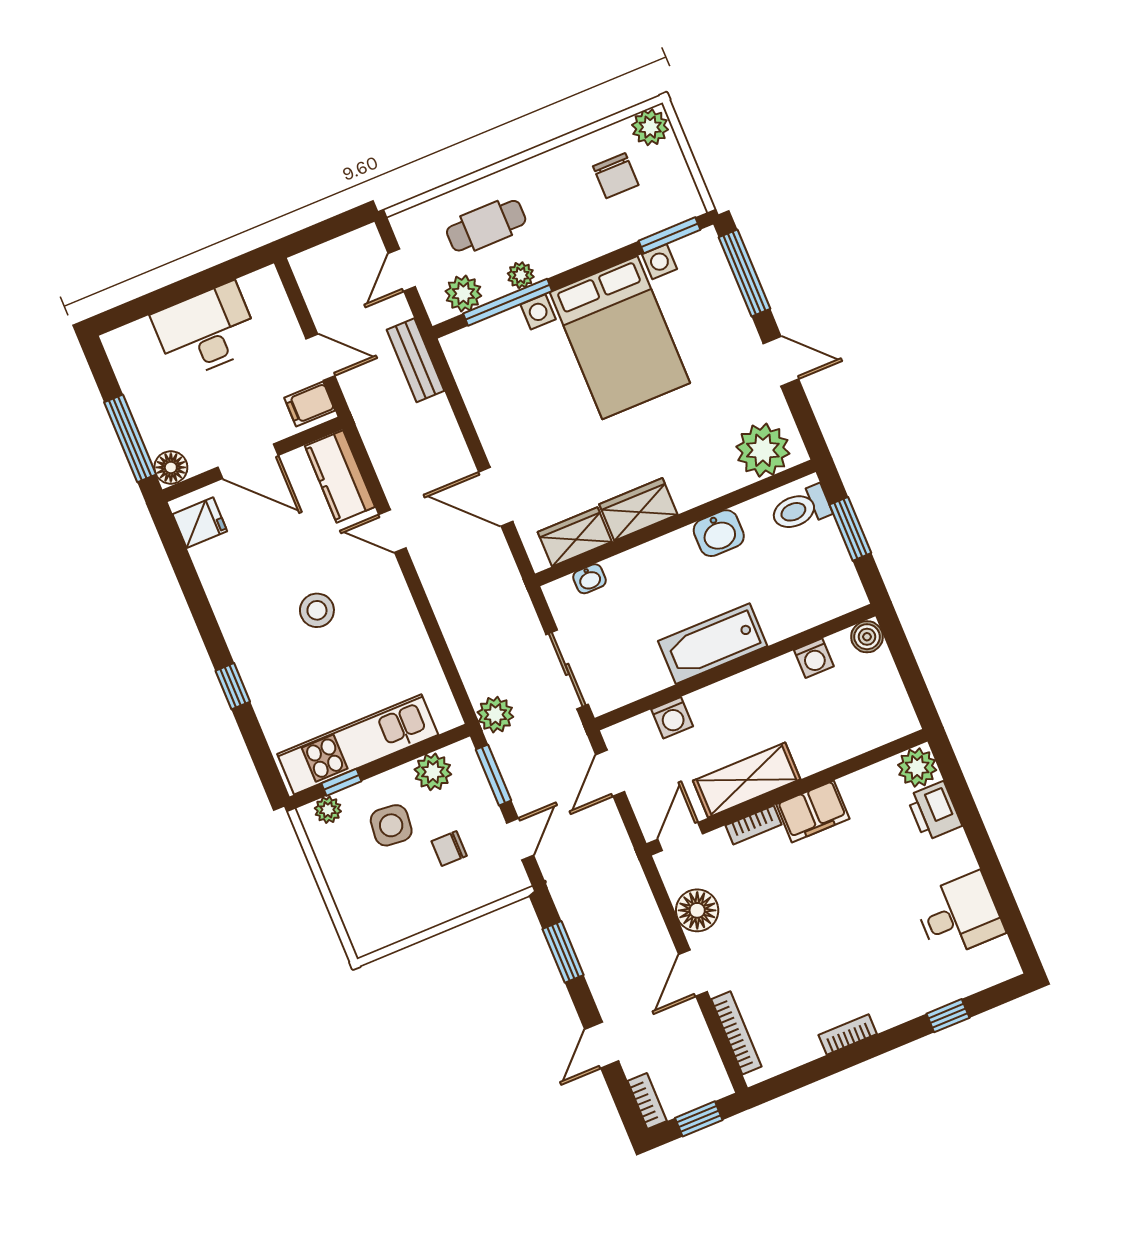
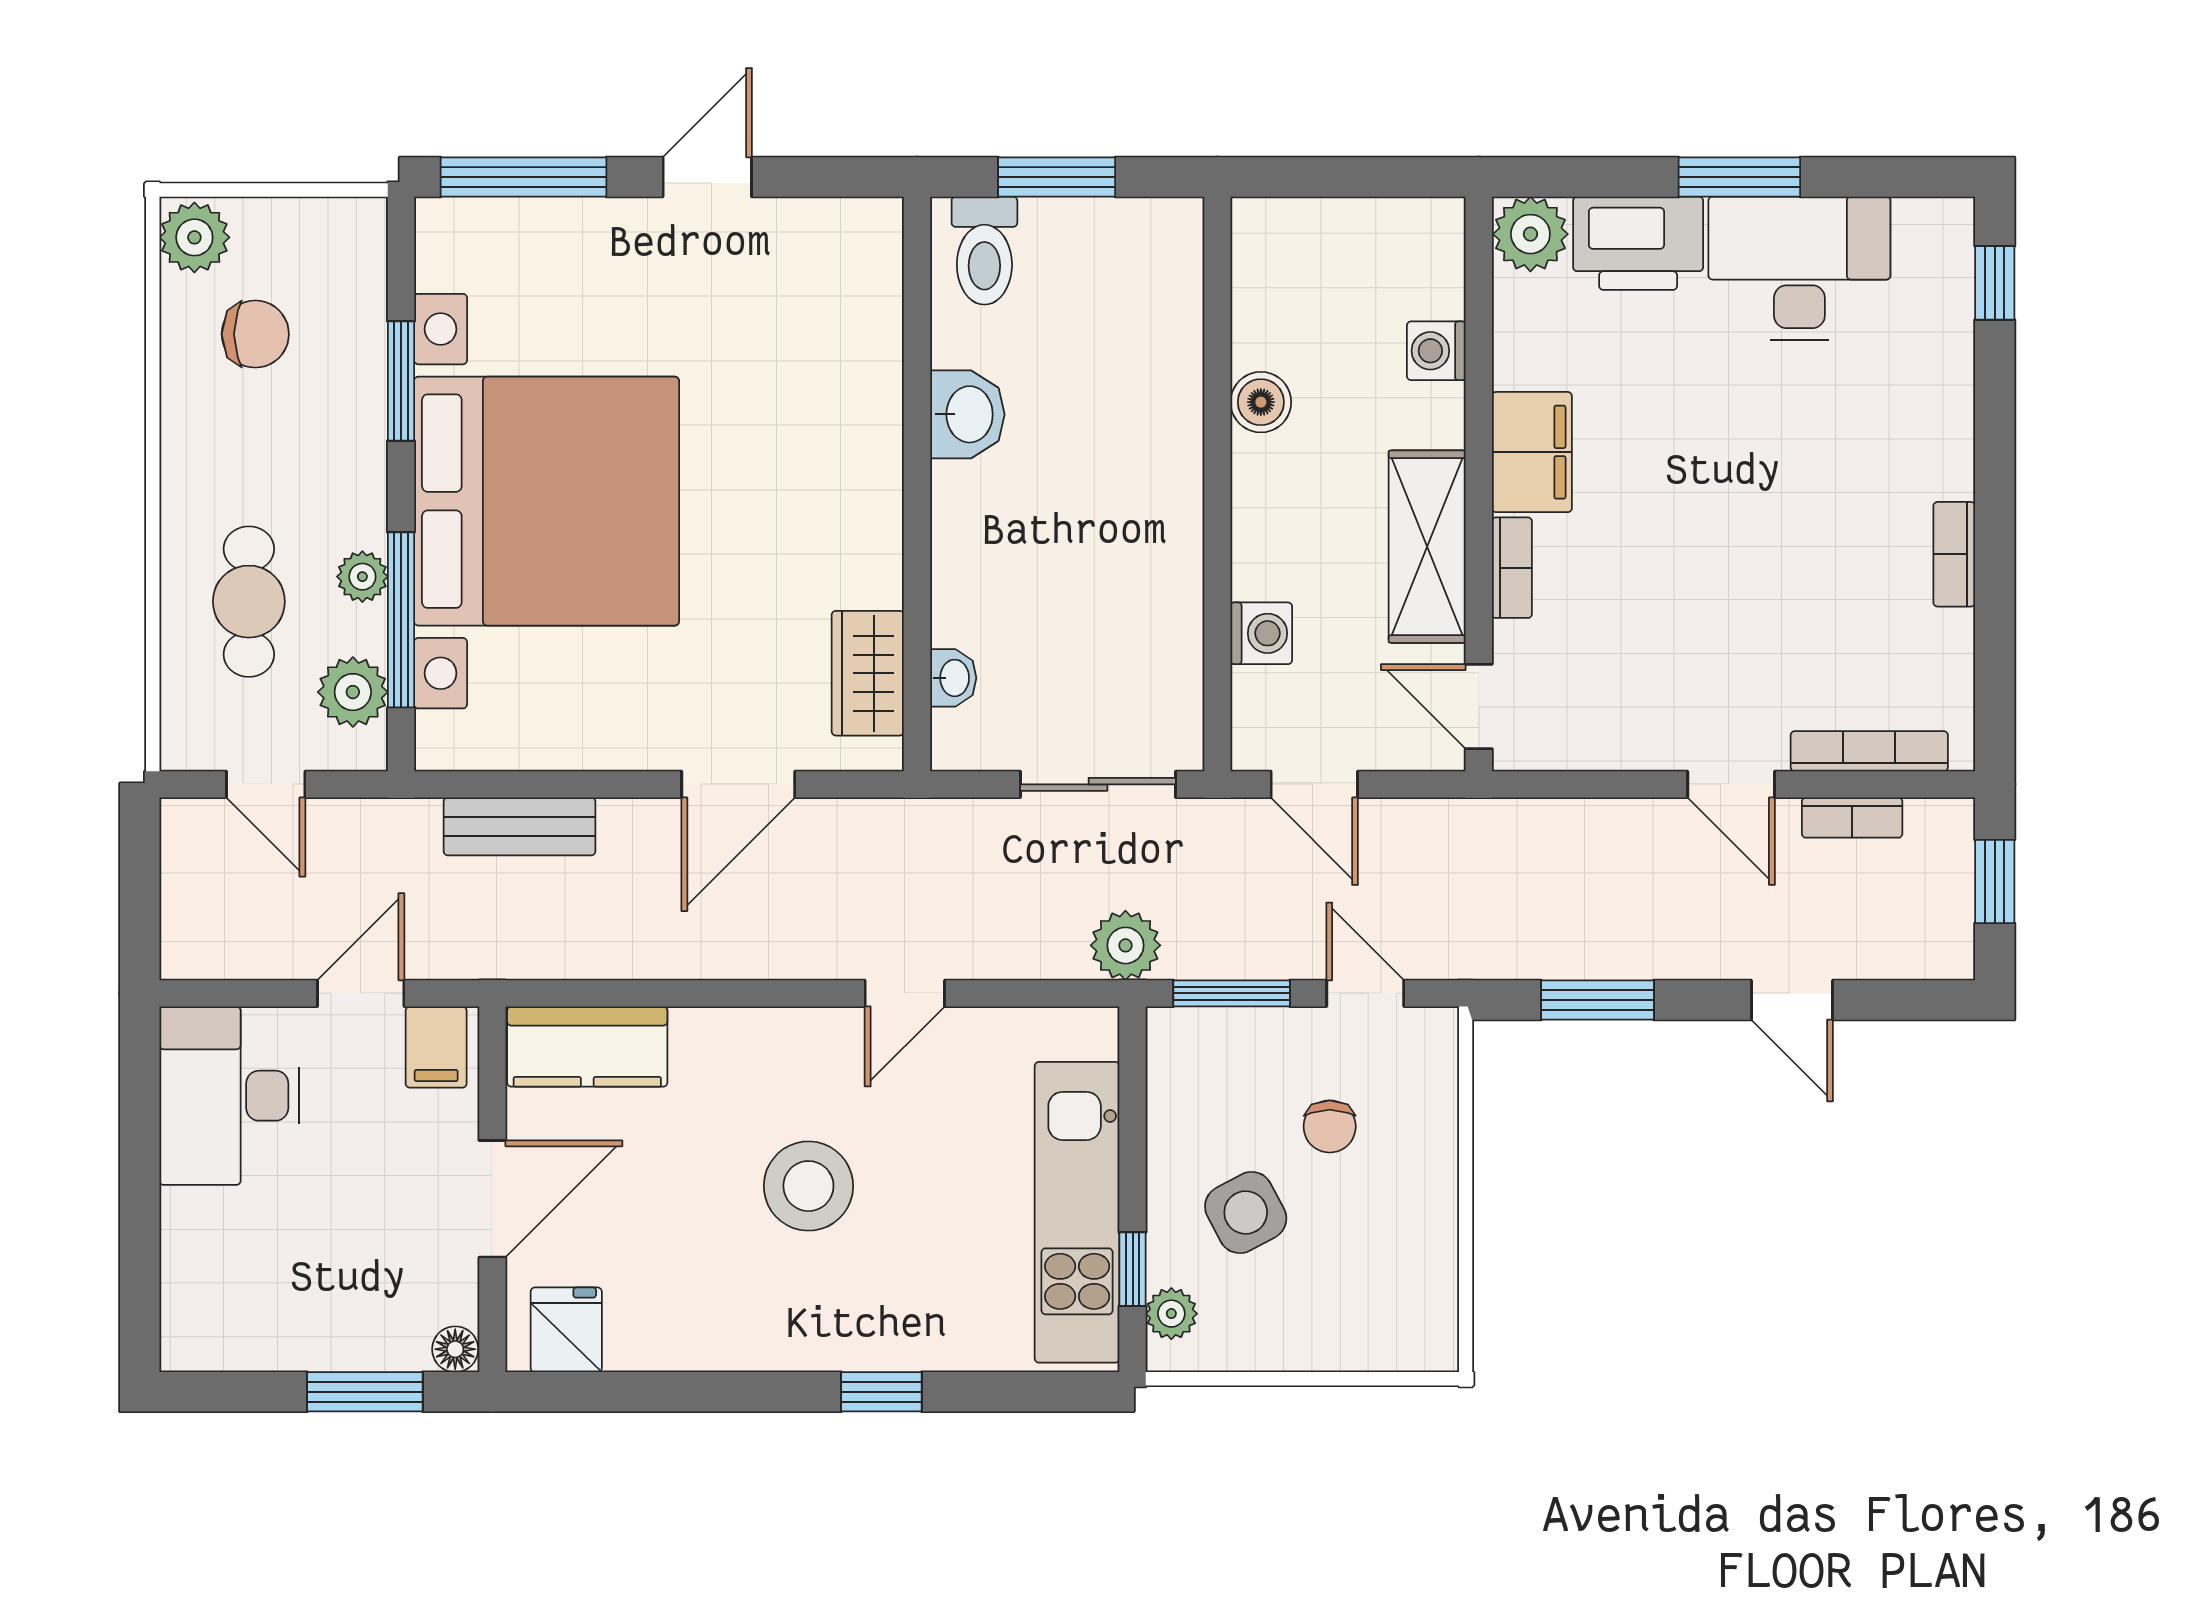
window: (669, 235) -> (401, 381), moved
desk: (206, 331) -> (229, 1096), moved
bed with nightstands: (620, 338) -> (547, 501), width x1.36
bench: (416, 360) -> (520, 826), moved
window: (130, 438) -> (365, 1392), width x0.69
plant: (763, 450) -> (852, 275), removed
floor lamp: (171, 467) -> (455, 1349), width x0.73, depth x0.73
wardrobe: (638, 509) -> (866, 540), removed
door: (392, 531) -> (905, 993), moved
stool: (317, 610) -> (808, 1186), width x1.38, depth x1.38
boiler: (867, 637) -> (1261, 402), moved
bathtub: (713, 644) -> (1159, 506), removed
washing machine: (814, 658) -> (1436, 351), moved, turned 180
plant: (433, 772) -> (1181, 1099), removed
printer: (934, 811) -> (1638, 243), width x1.37, depth x1.19
side table: (391, 825) -> (1246, 1212), turned -34
window: (986, 856) -> (1739, 177), added
floor lamp: (697, 910) -> (1622, 731), removed
desk: (959, 915) -> (1799, 268), width x1.37
window: (948, 1016) -> (1995, 283), moved
bookcase: (647, 1101) -> (1852, 818), moved, turned 180

